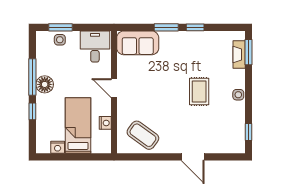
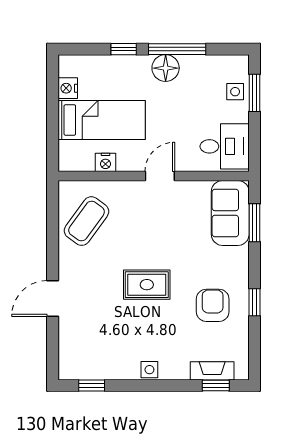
window: (166, 27) -> (254, 223), moved
window: (248, 52) -> (216, 386), width x0.67
armchair: (197, 54) -> (213, 305), added
rug: (199, 92) -> (147, 285), moved

